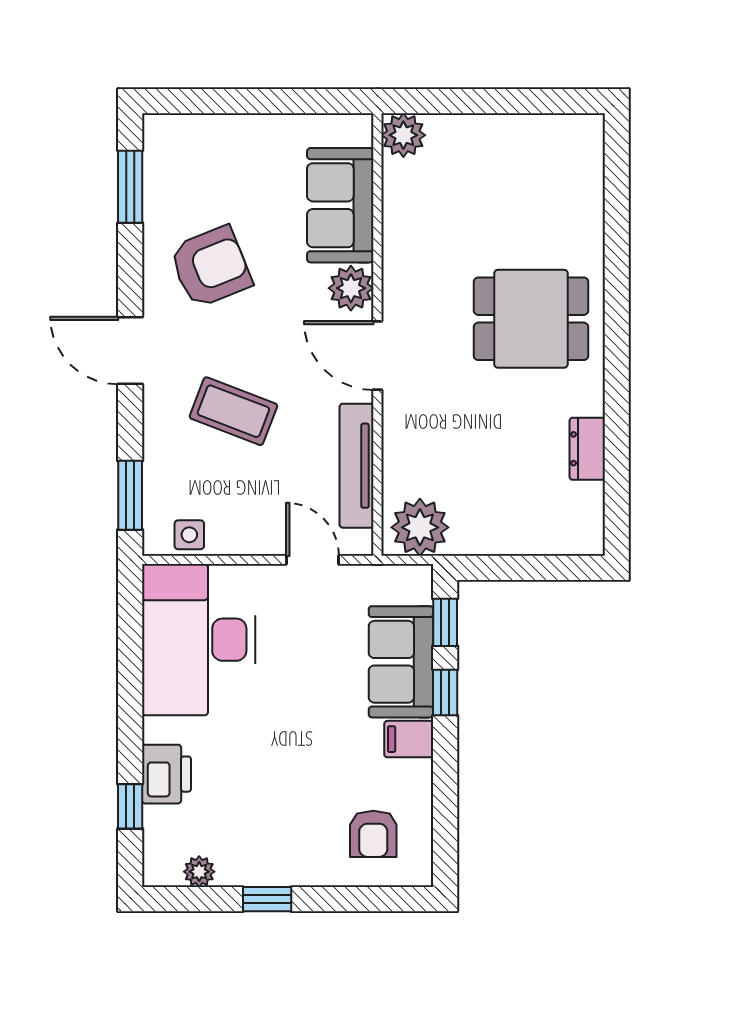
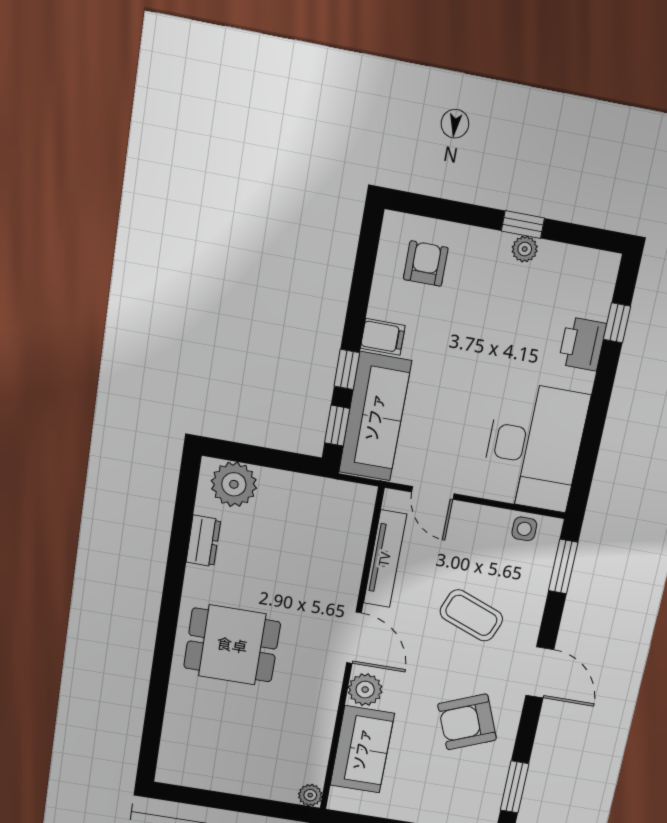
plant: (403, 135) -> (310, 795), width x0.73, depth x0.73
plant: (420, 527) -> (234, 484), moved
sofa: (401, 662) -> (375, 417), width x1.36
plant: (199, 872) -> (525, 249), moved

